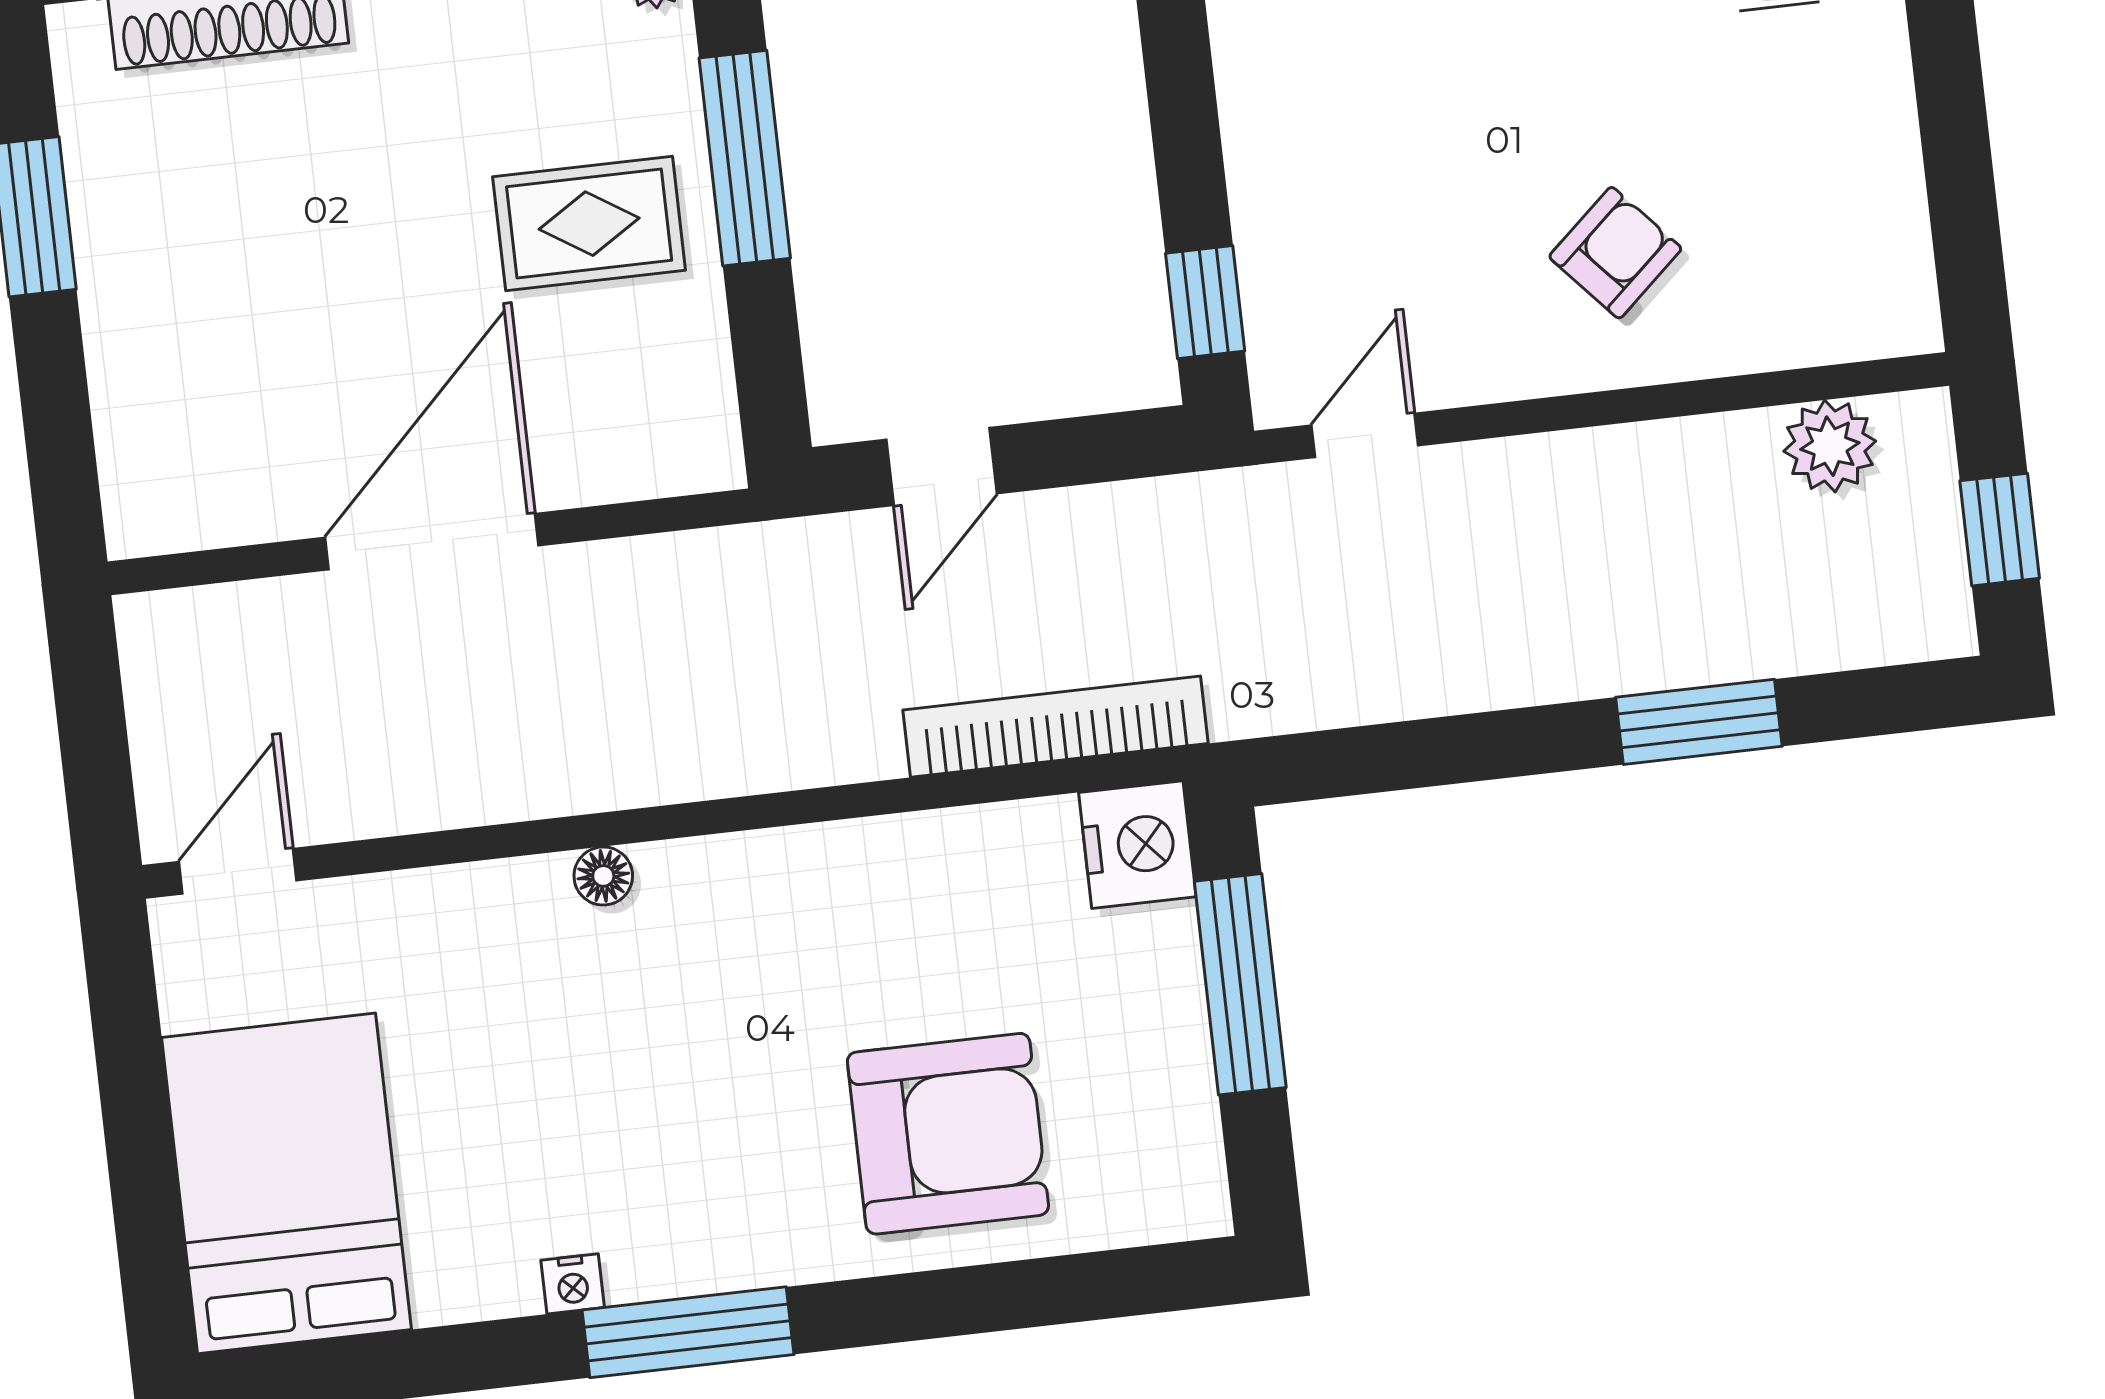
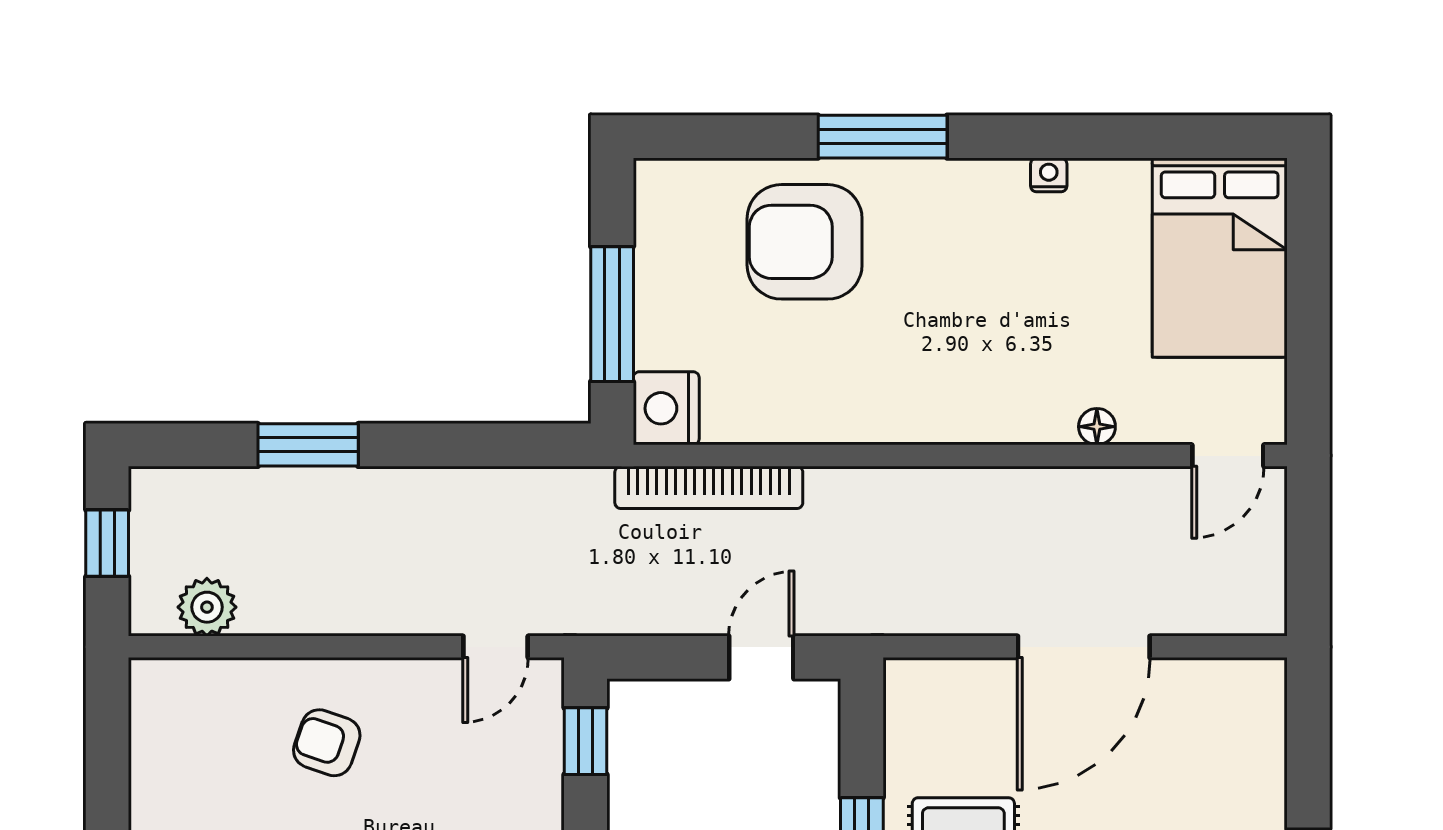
armchair: (1615, 253) -> (327, 743), turned 61
floor lamp: (603, 876) -> (1097, 427), moved
window: (688, 1332) -> (883, 137), moved

